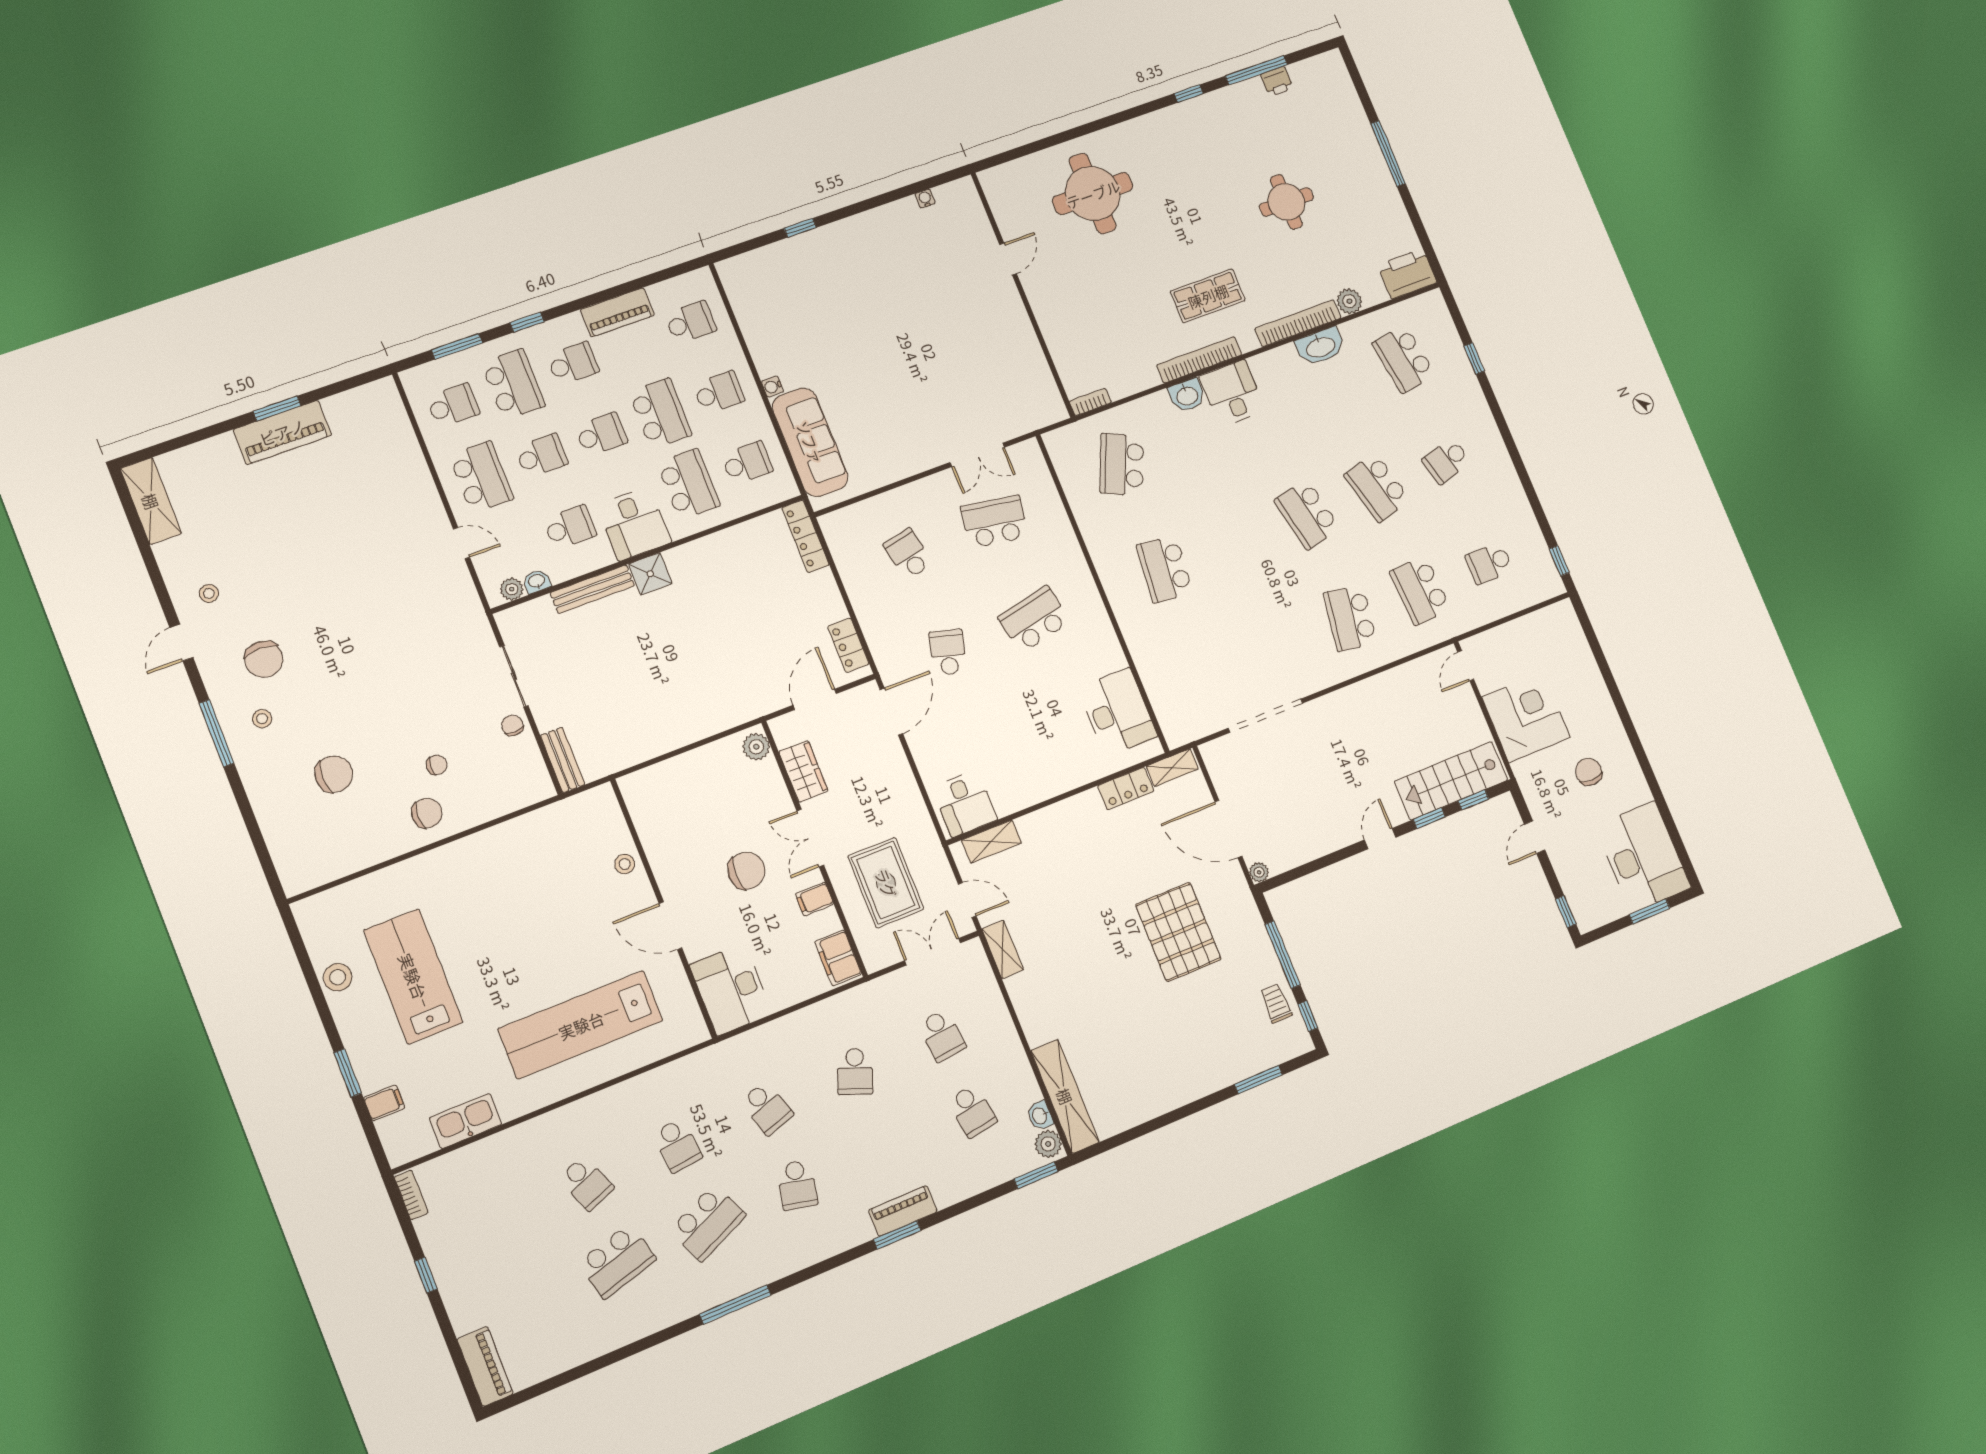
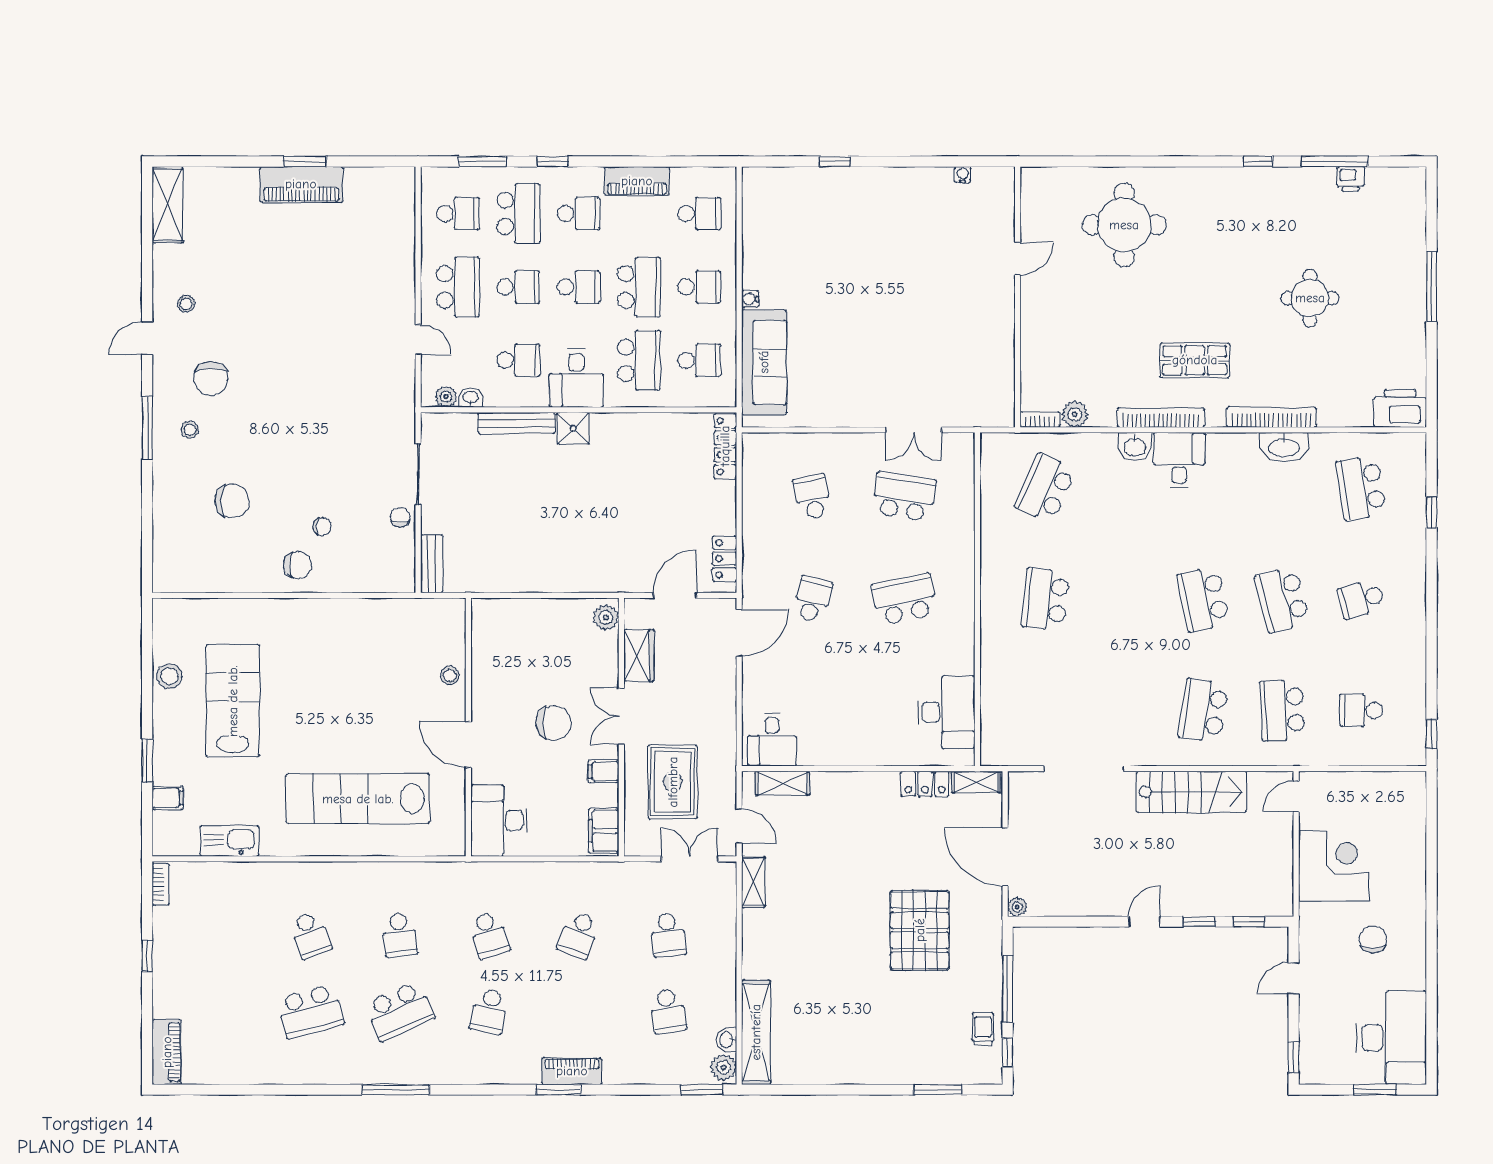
plant: (1349, 301) -> (1075, 414), moved
stairs: (1451, 781) -> (1191, 792), moved, turned 180

